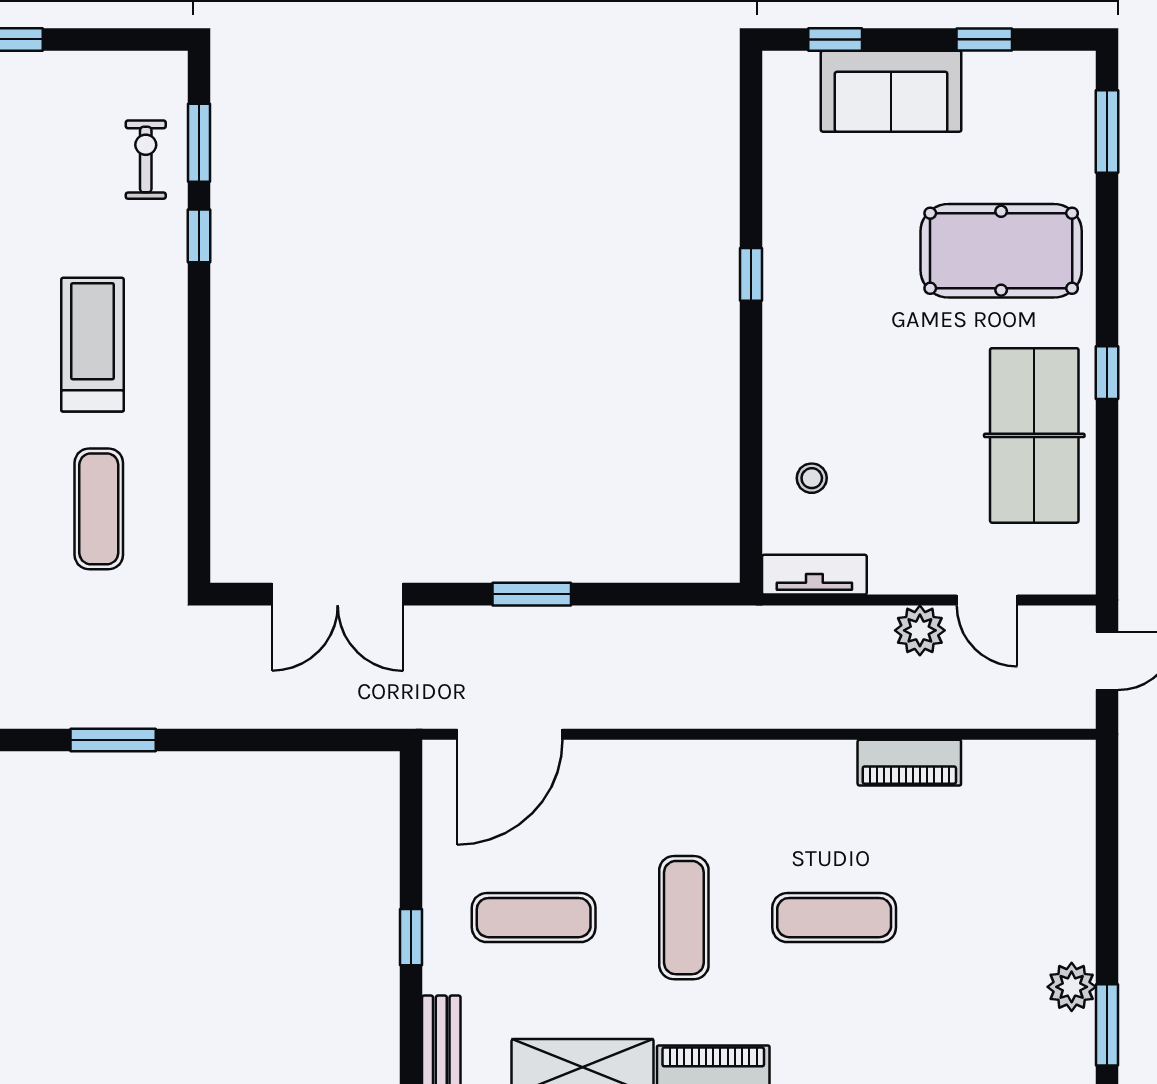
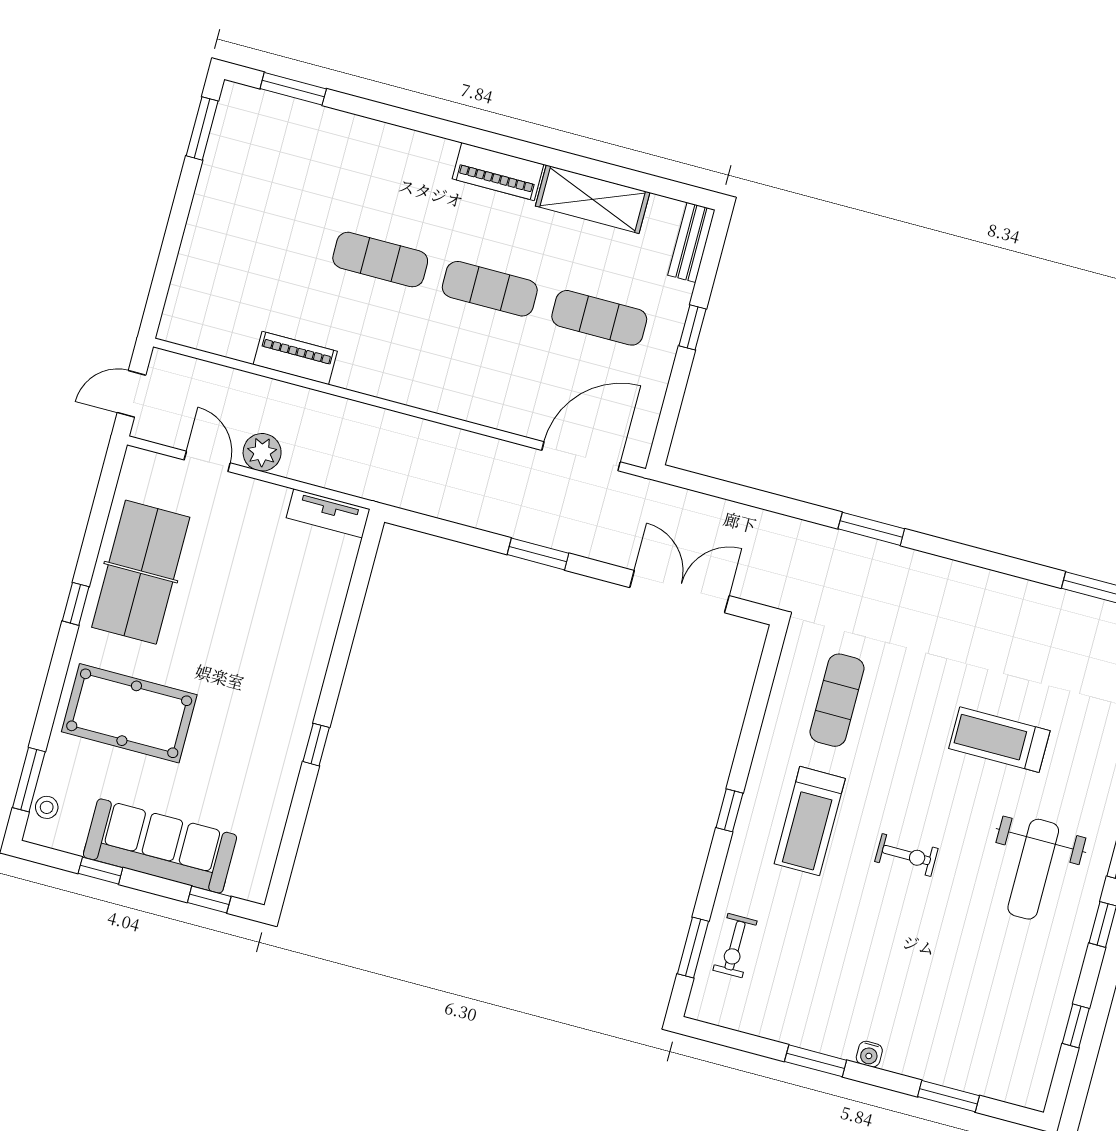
sofa: (891, 91) -> (160, 846), width x1.36
window: (199, 236) -> (729, 810), moved
stool: (812, 478) -> (47, 807), moved
exercise mat: (684, 918) -> (490, 289), turned 90
plant: (1072, 987) -> (221, 163), removed

